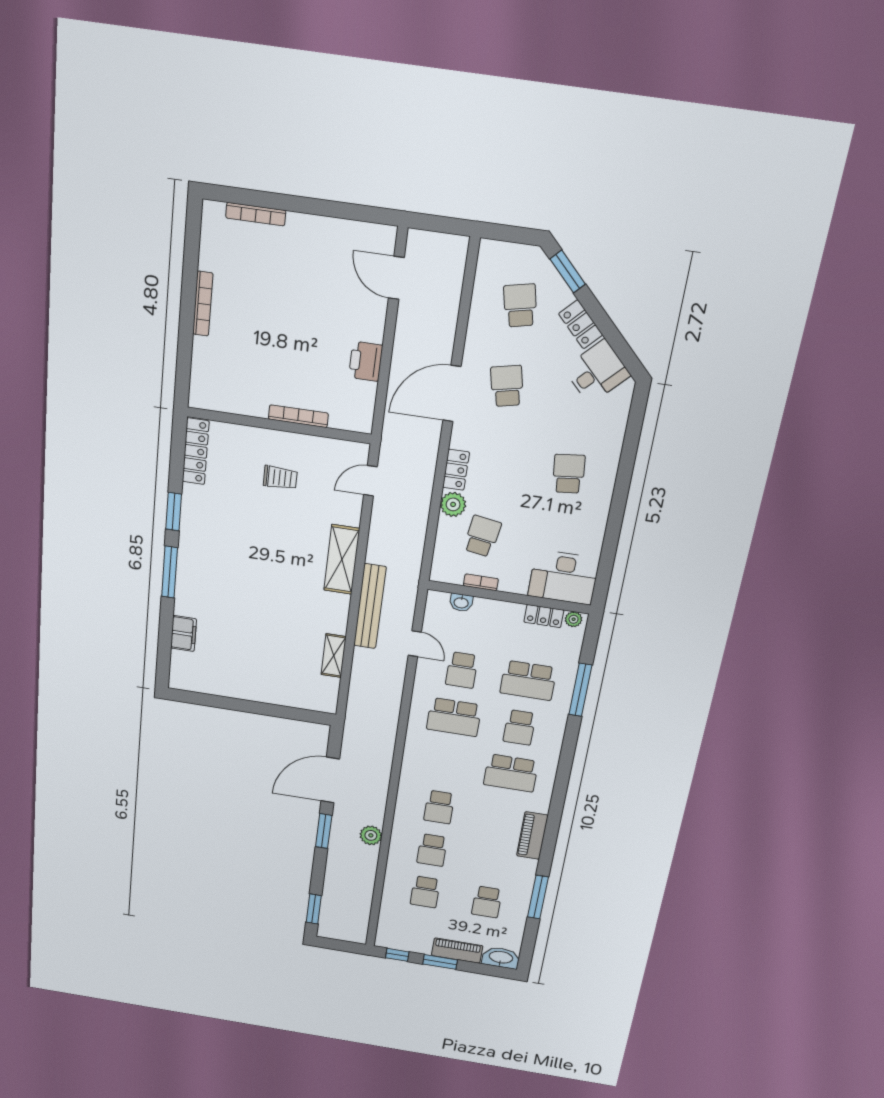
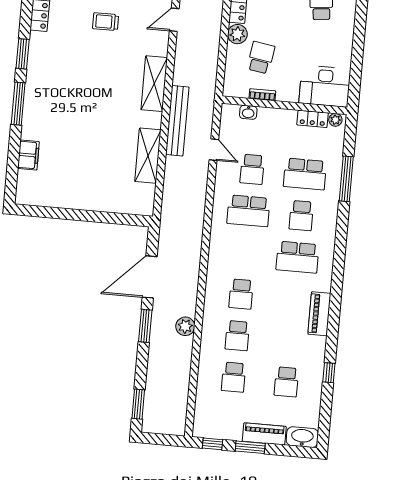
trolley: (280, 478) -> (106, 22), turned 180
shelving: (334, 656) -> (148, 156), width x1.50, depth x1.33
window: (538, 897) -> (329, 373), width x0.46

